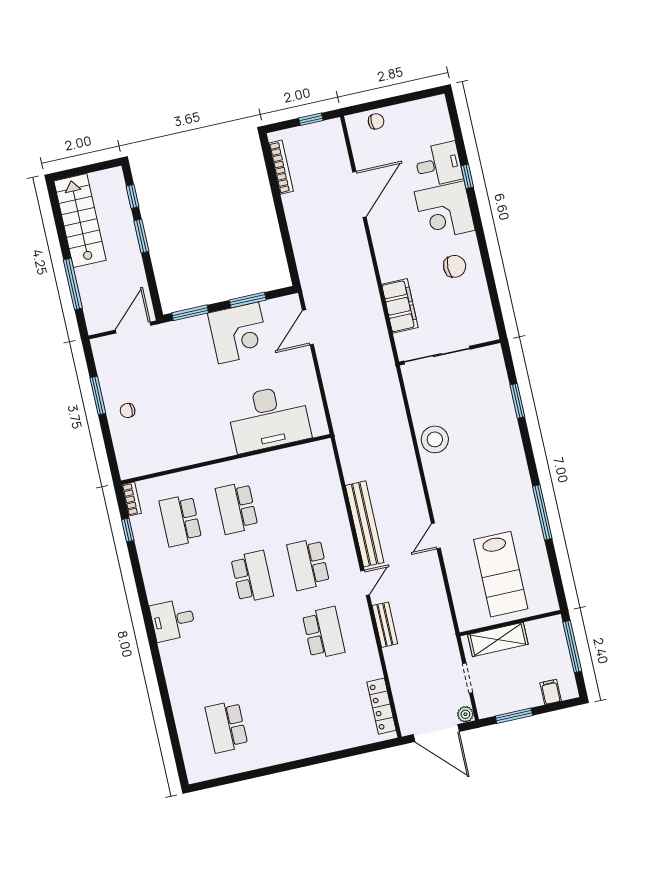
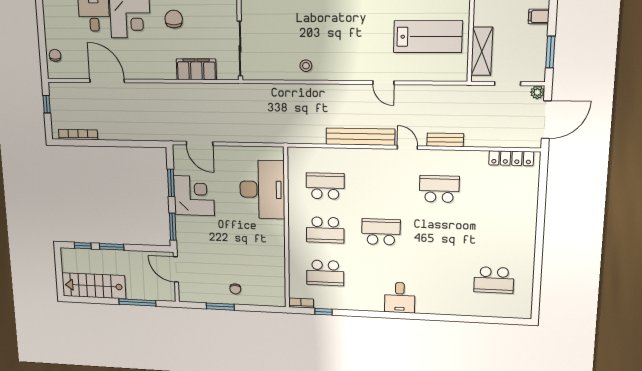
stool: (435, 439) -> (306, 66), width x0.53, depth x0.53
school desk: (308, 564) -> (325, 186), moved, turned 180

